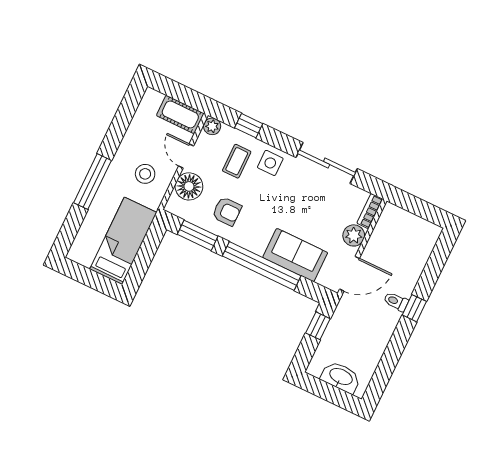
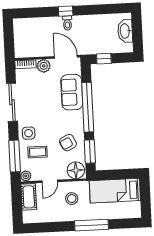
window: (249, 126) -> (15, 156), width x2.17
floor lamp: (189, 186) -> (76, 170), moved
armchair: (227, 211) -> (68, 143), turned -116

